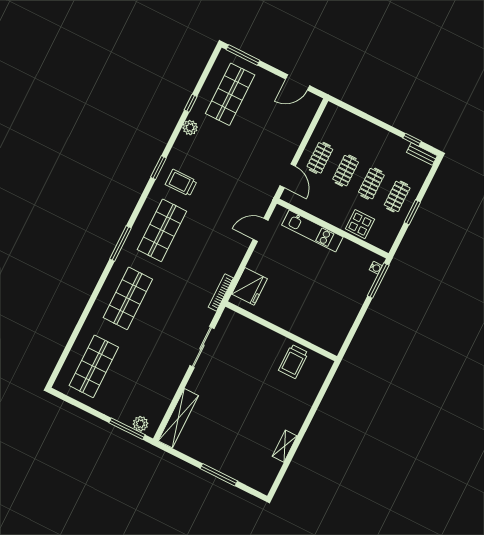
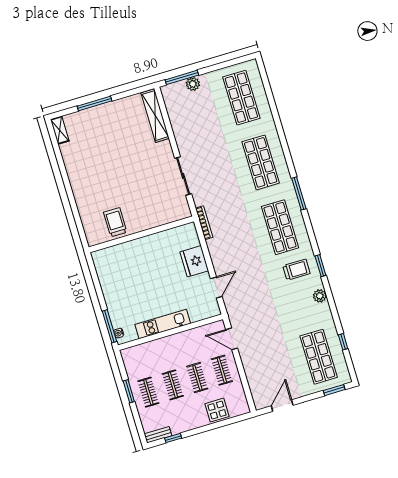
window: (243, 55) -> (334, 390), width x0.69
window: (191, 103) -> (343, 342), moved
plant: (190, 128) -> (320, 296), moved
display table: (360, 224) -> (217, 410), moved
kitchen unit: (312, 231) -> (163, 324), moved
fridge: (250, 286) -> (194, 261), moved
plant: (140, 424) -> (193, 84), moved
shelving: (285, 446) -> (60, 130), moved

